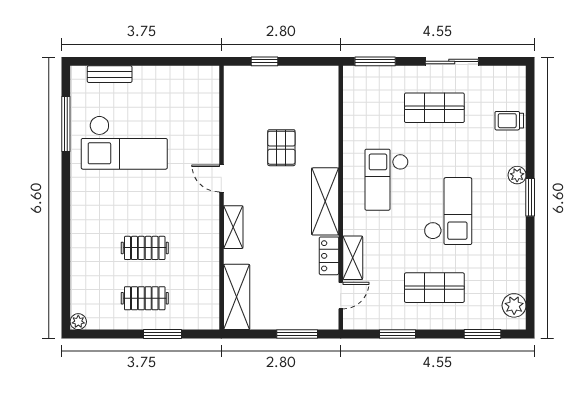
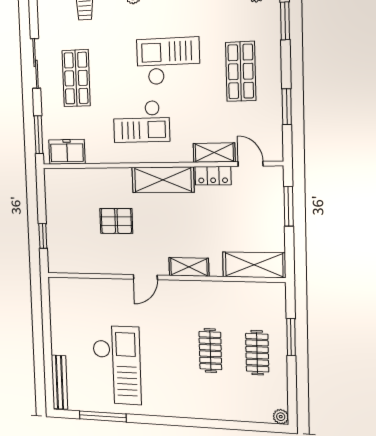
bench: (110, 74) -> (59, 382), width x1.36
freezer: (356, 94) -> (67, 152), added

